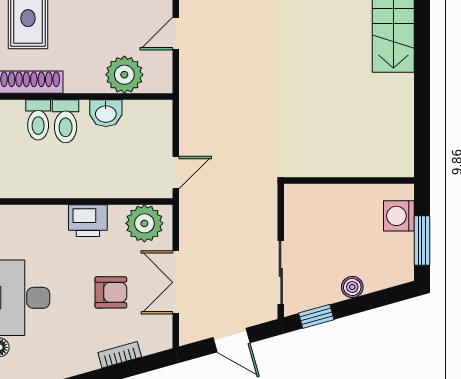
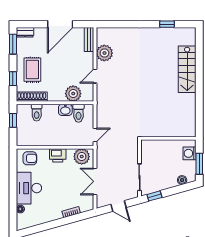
toilet: (66, 121) -> (79, 113), moved
boiler: (352, 287) -> (182, 180), moved
armchair: (111, 292) -> (30, 158), moved

